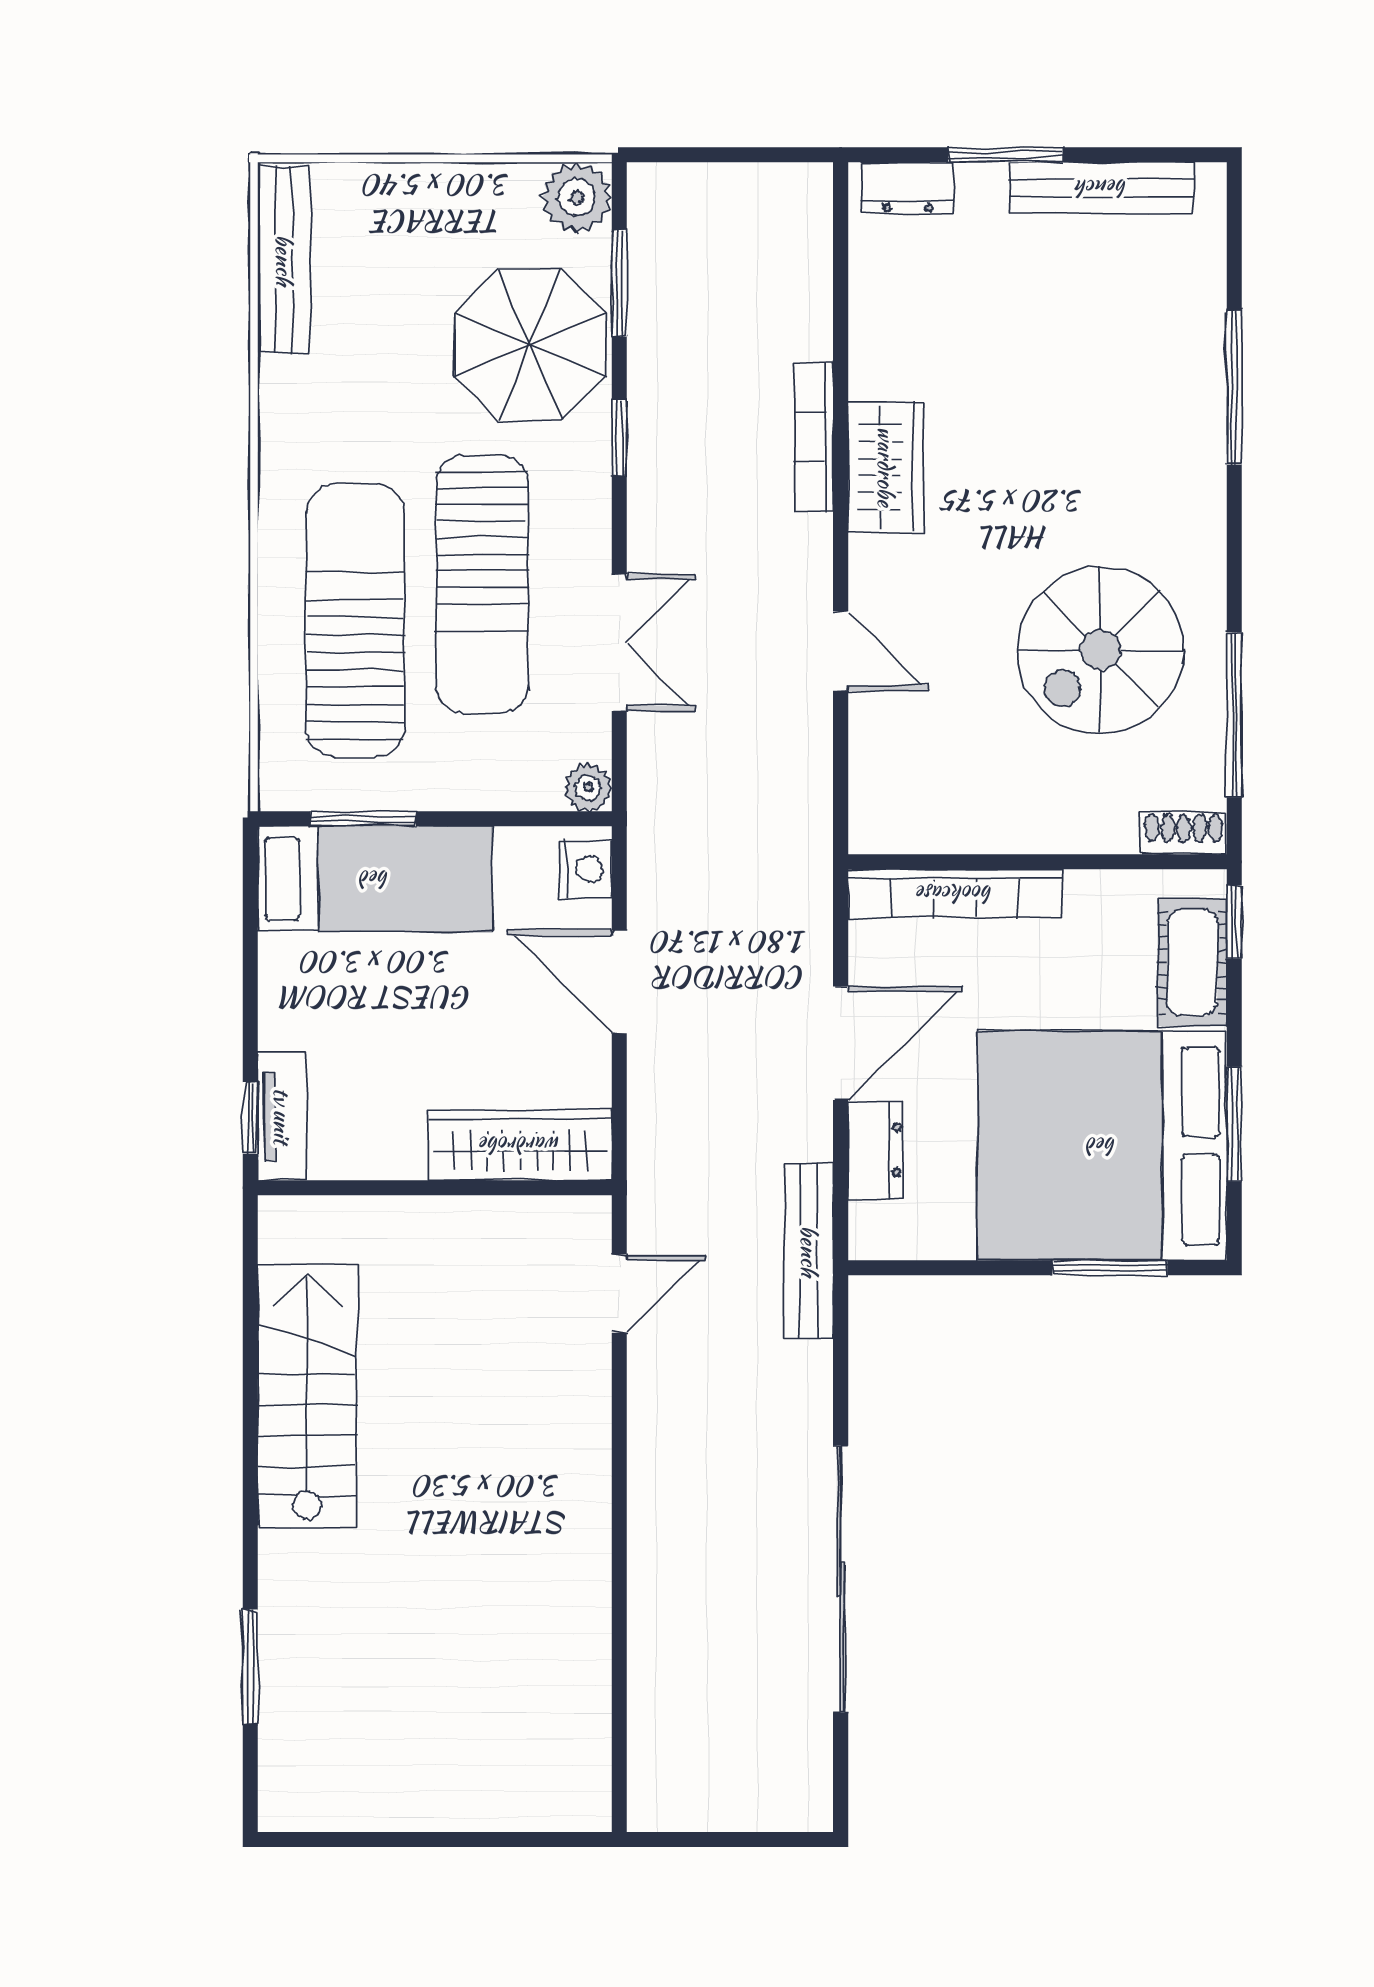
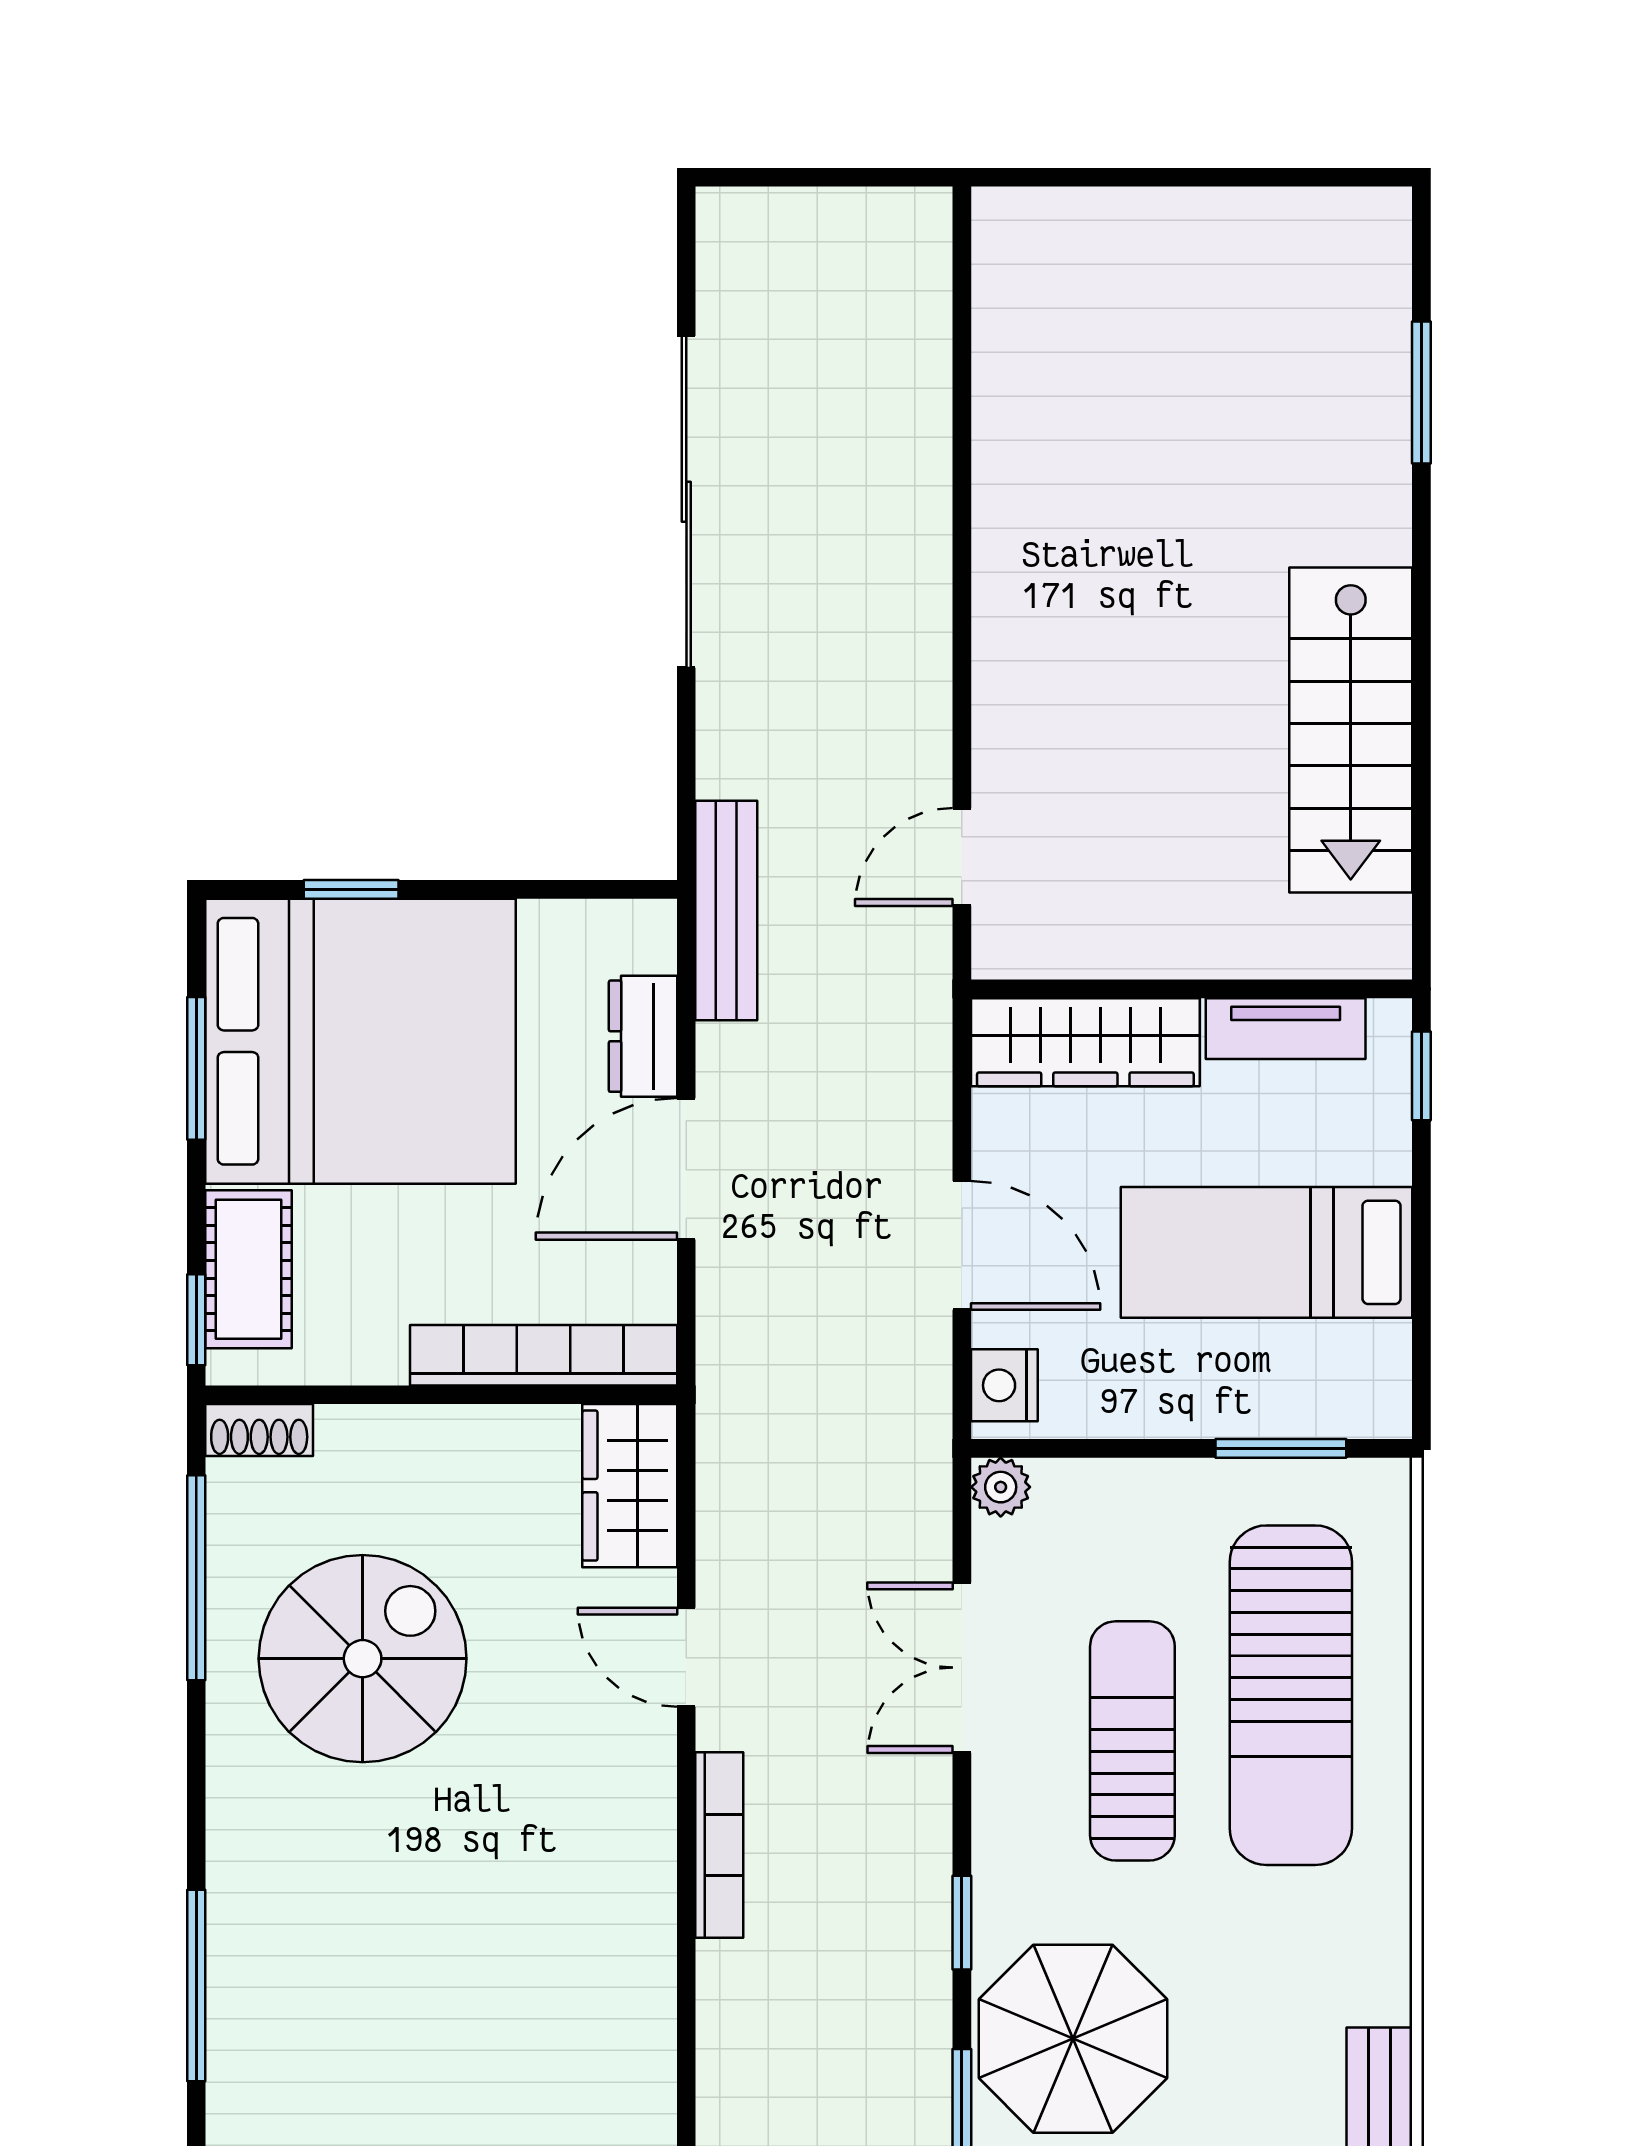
bookcase: (814, 437) -> (719, 1845), moved
wardrobe: (886, 467) -> (630, 1486), moved
sun lounger: (482, 584) -> (1132, 1741), width x0.73, depth x0.75
bed: (375, 879) -> (1266, 1252), moved
tv unit: (282, 1116) -> (1286, 1029), moved, turned -90
window: (1110, 1268) -> (351, 889), width x0.67

